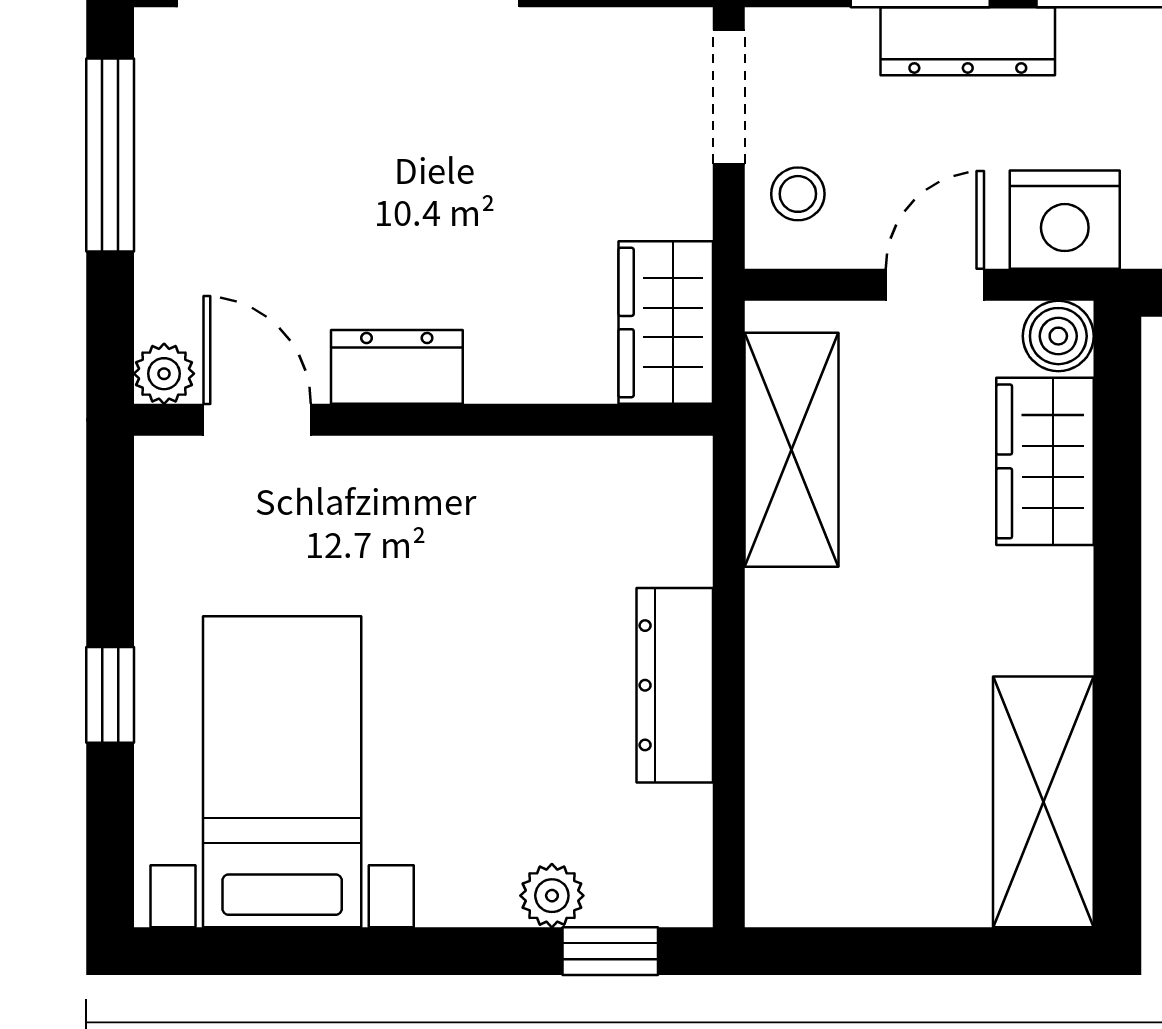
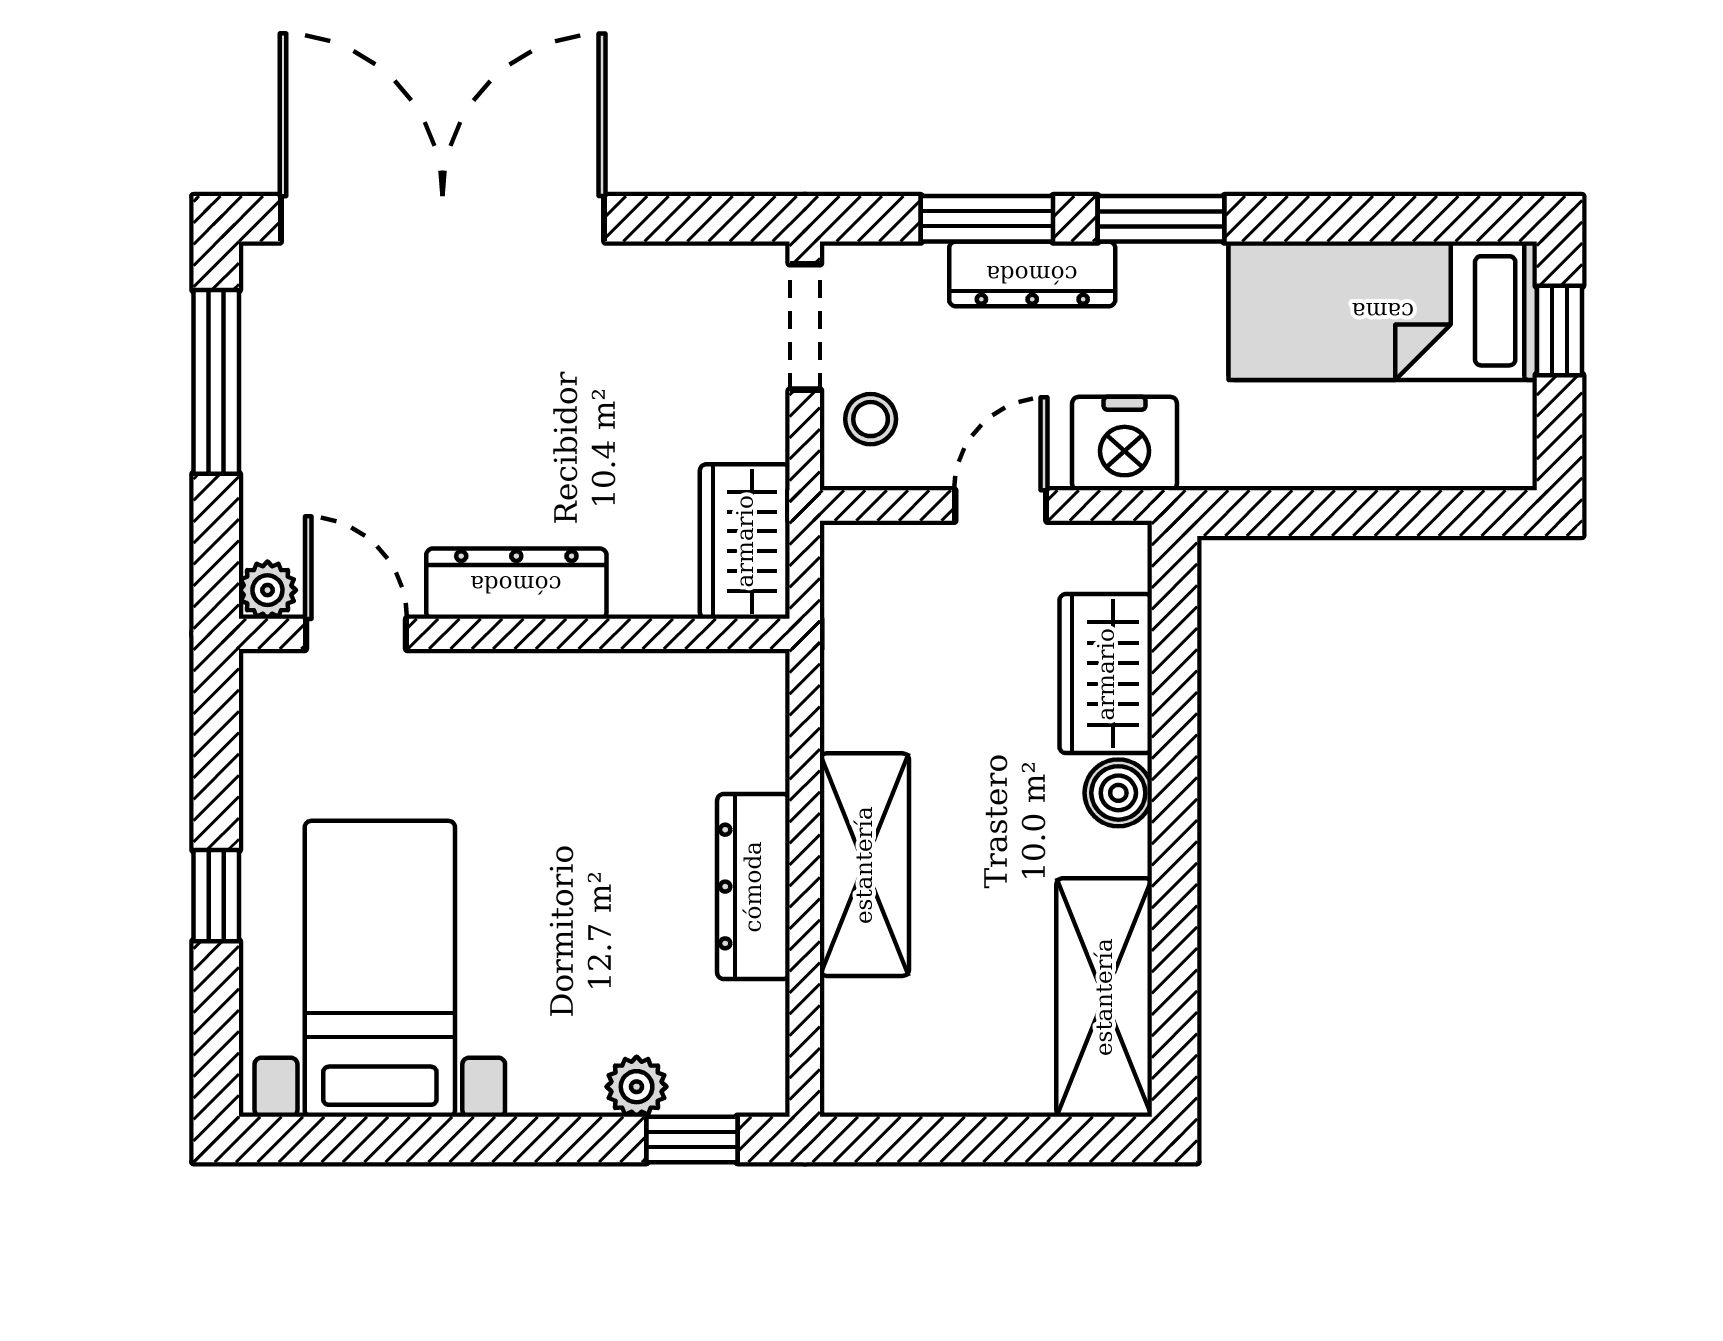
boiler: (1058, 336) -> (1118, 793), moved
dresser: (397, 367) -> (516, 584), width x1.44
shelving: (791, 450) -> (864, 865), moved

